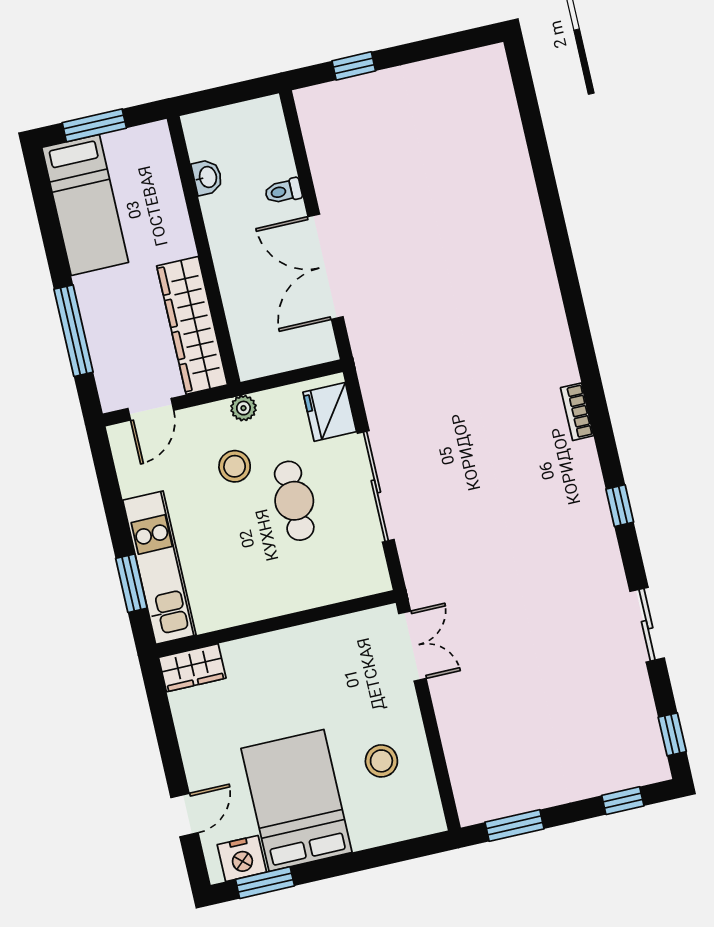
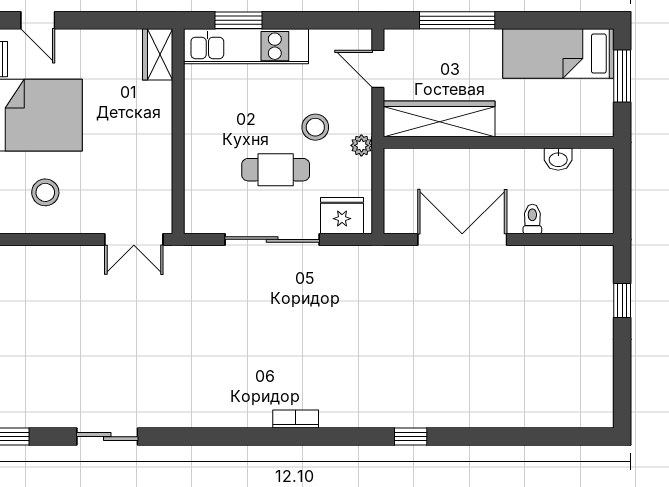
window: (620, 506) -> (411, 437), moved

